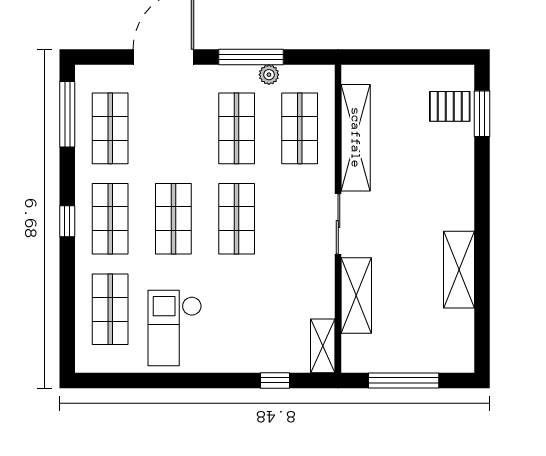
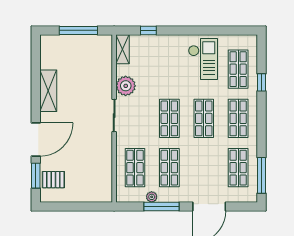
shelving: (356, 138) -> (105, 163), removed
door: (482, 180) -> (36, 140), added
window: (67, 221) -> (261, 82), moved
plant: (317, 279) -> (126, 86), added
shelving: (356, 295) -> (104, 77), removed

